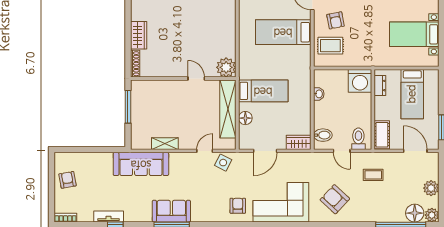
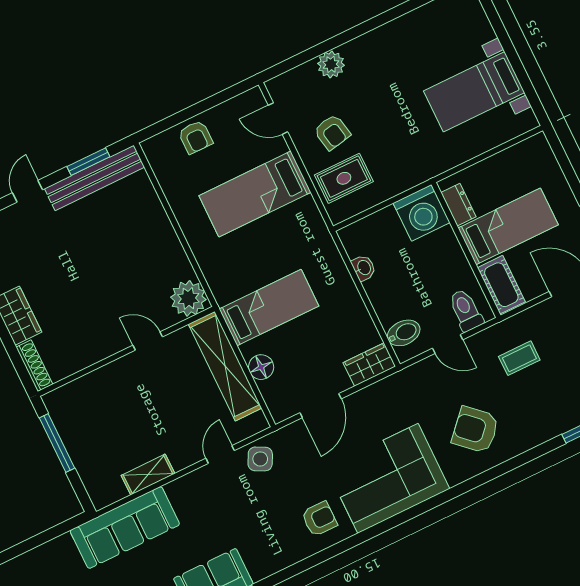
bed: (412, 94) -> (508, 226), moved, turned -90
armchair: (238, 206) -> (319, 519), turned 90

